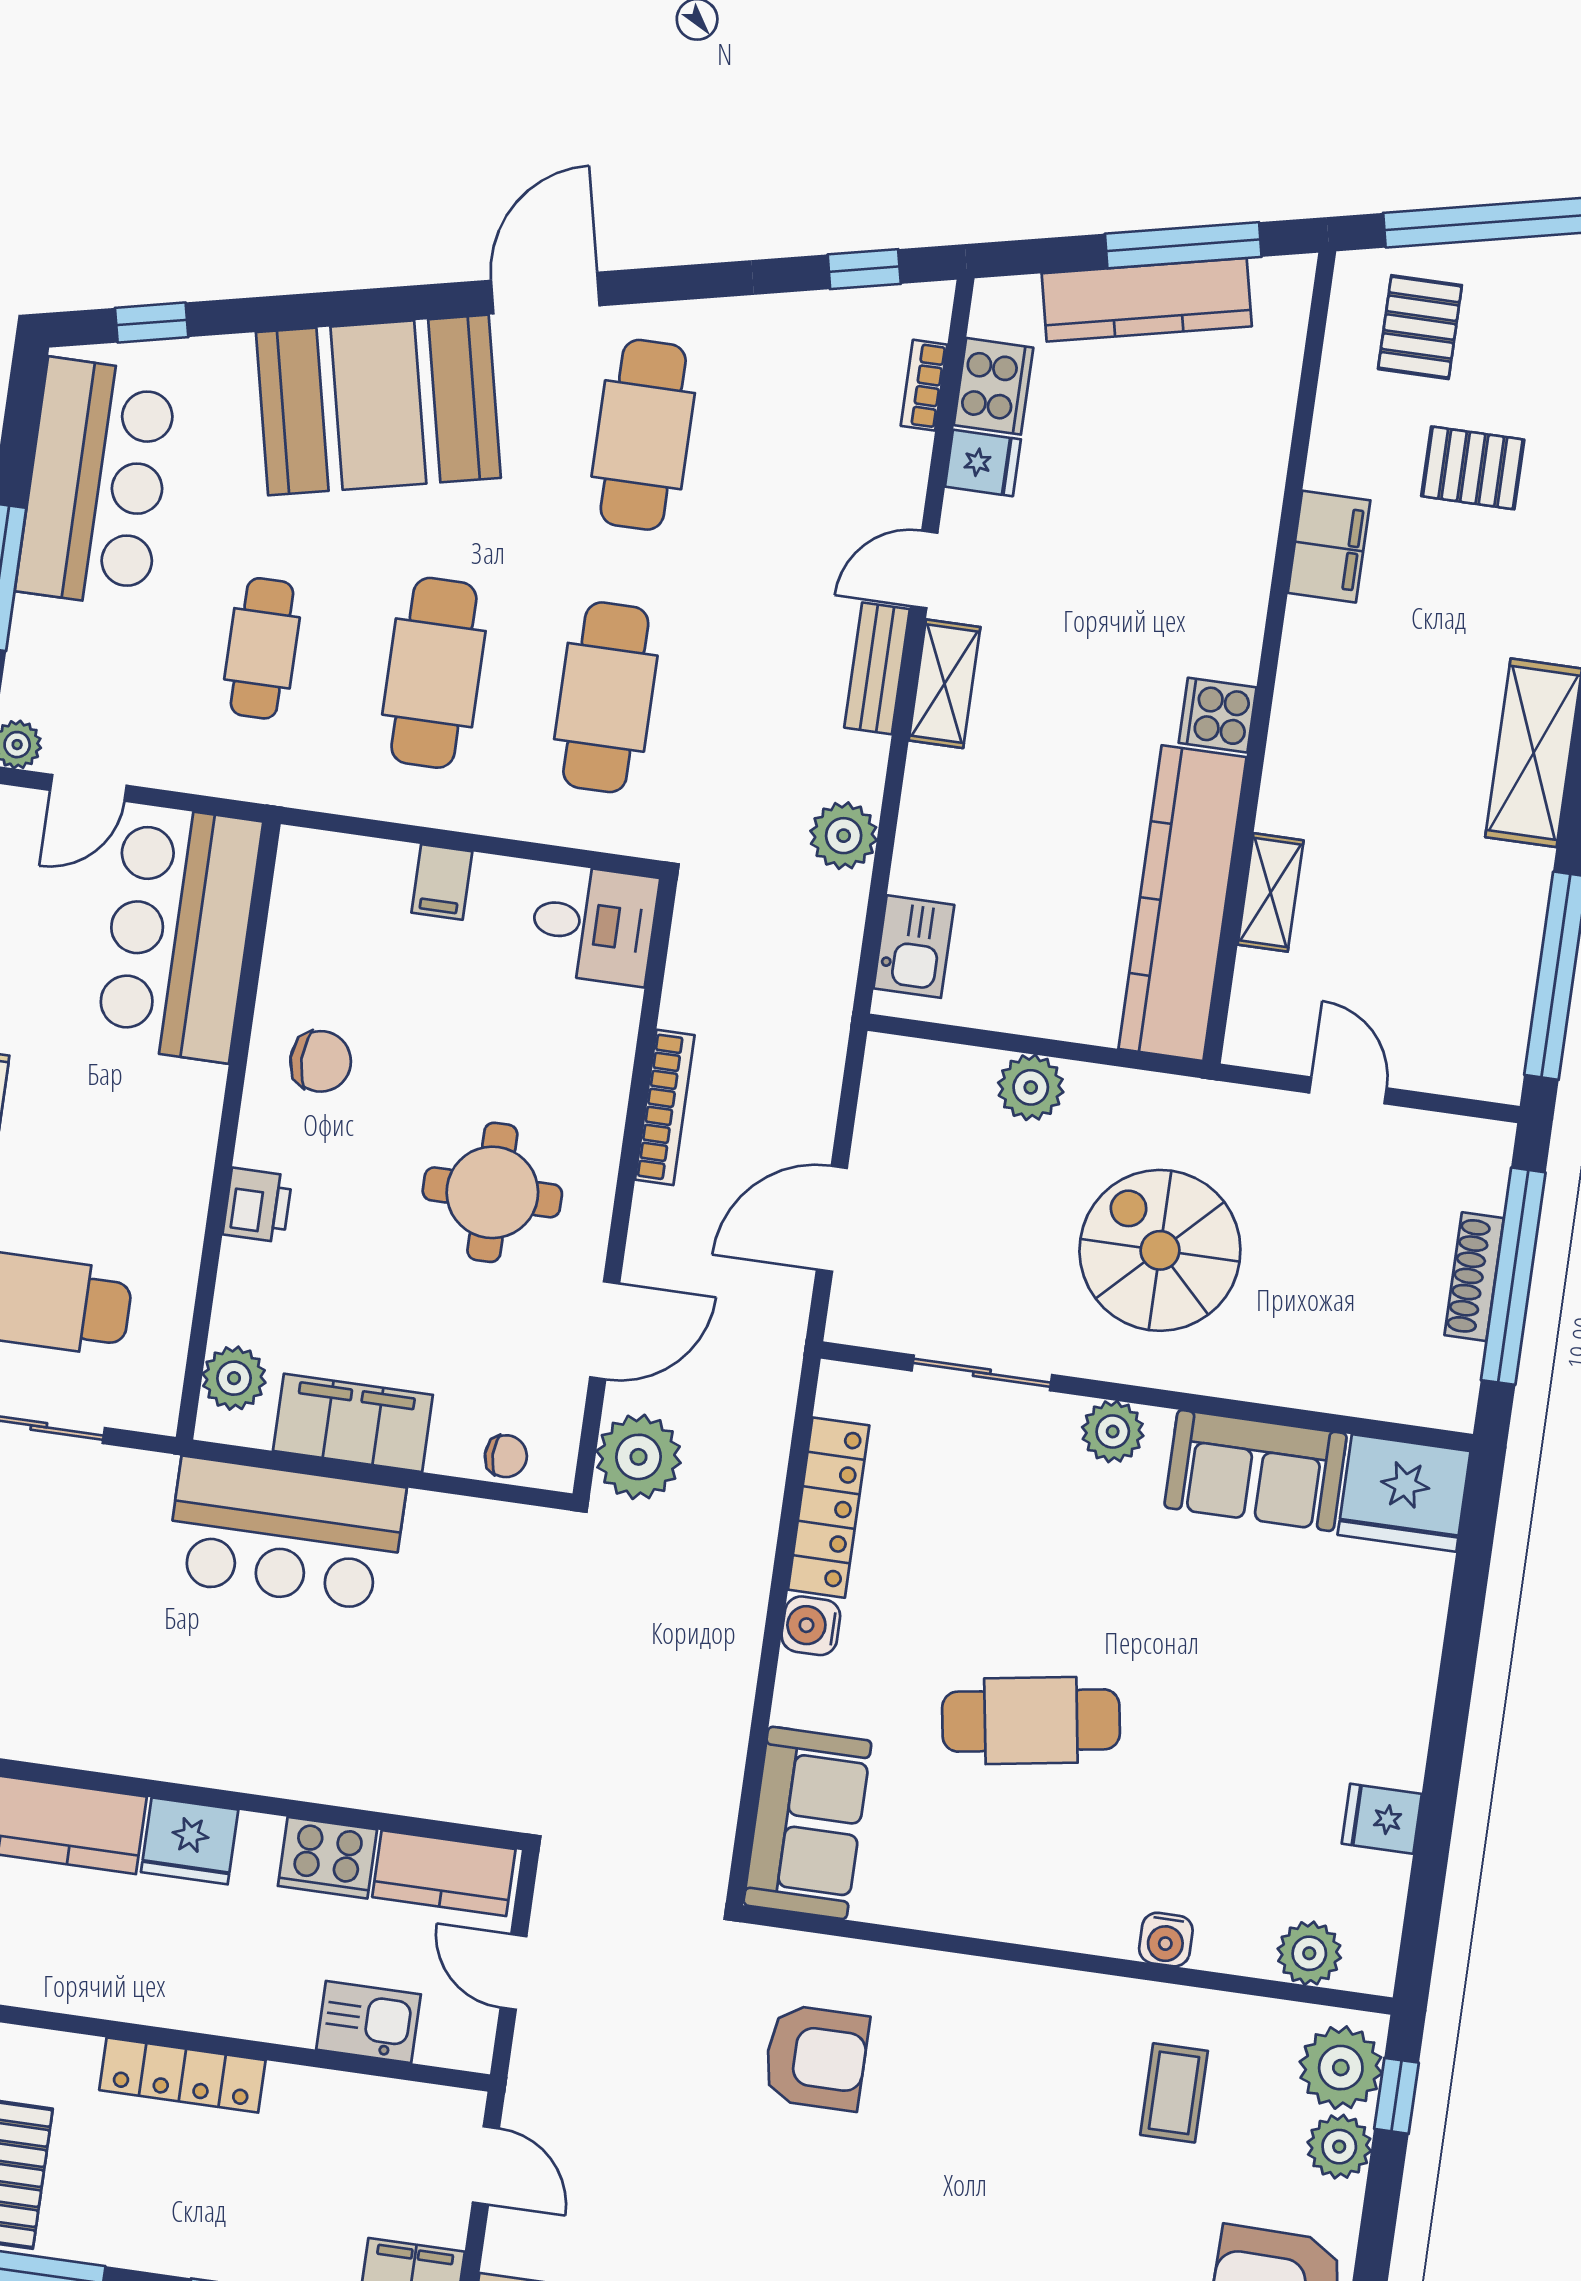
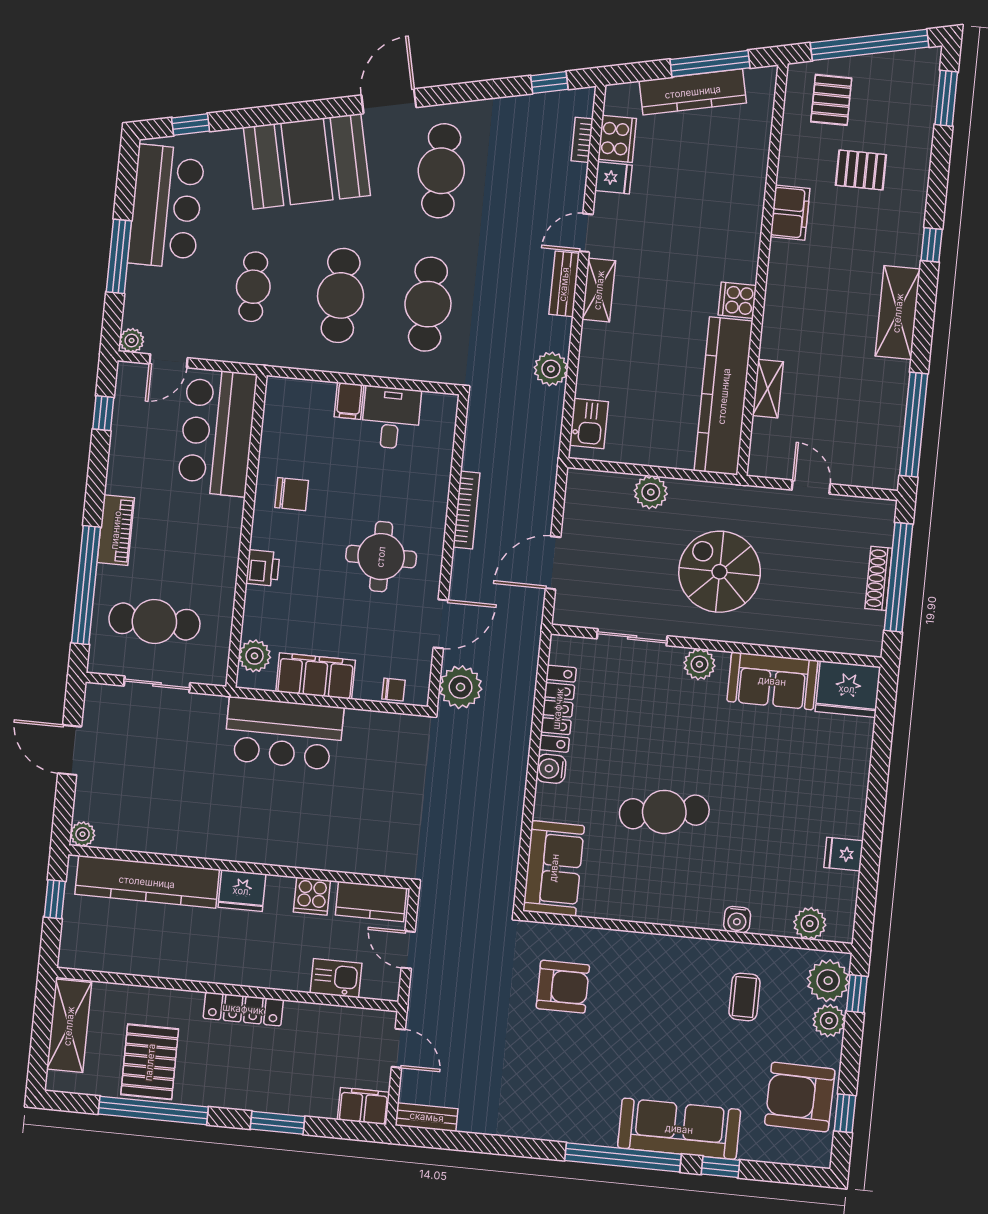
desk: (593, 924) -> (391, 418), moved, turned -90
cooker: (327, 1858) -> (312, 896), width x0.73

